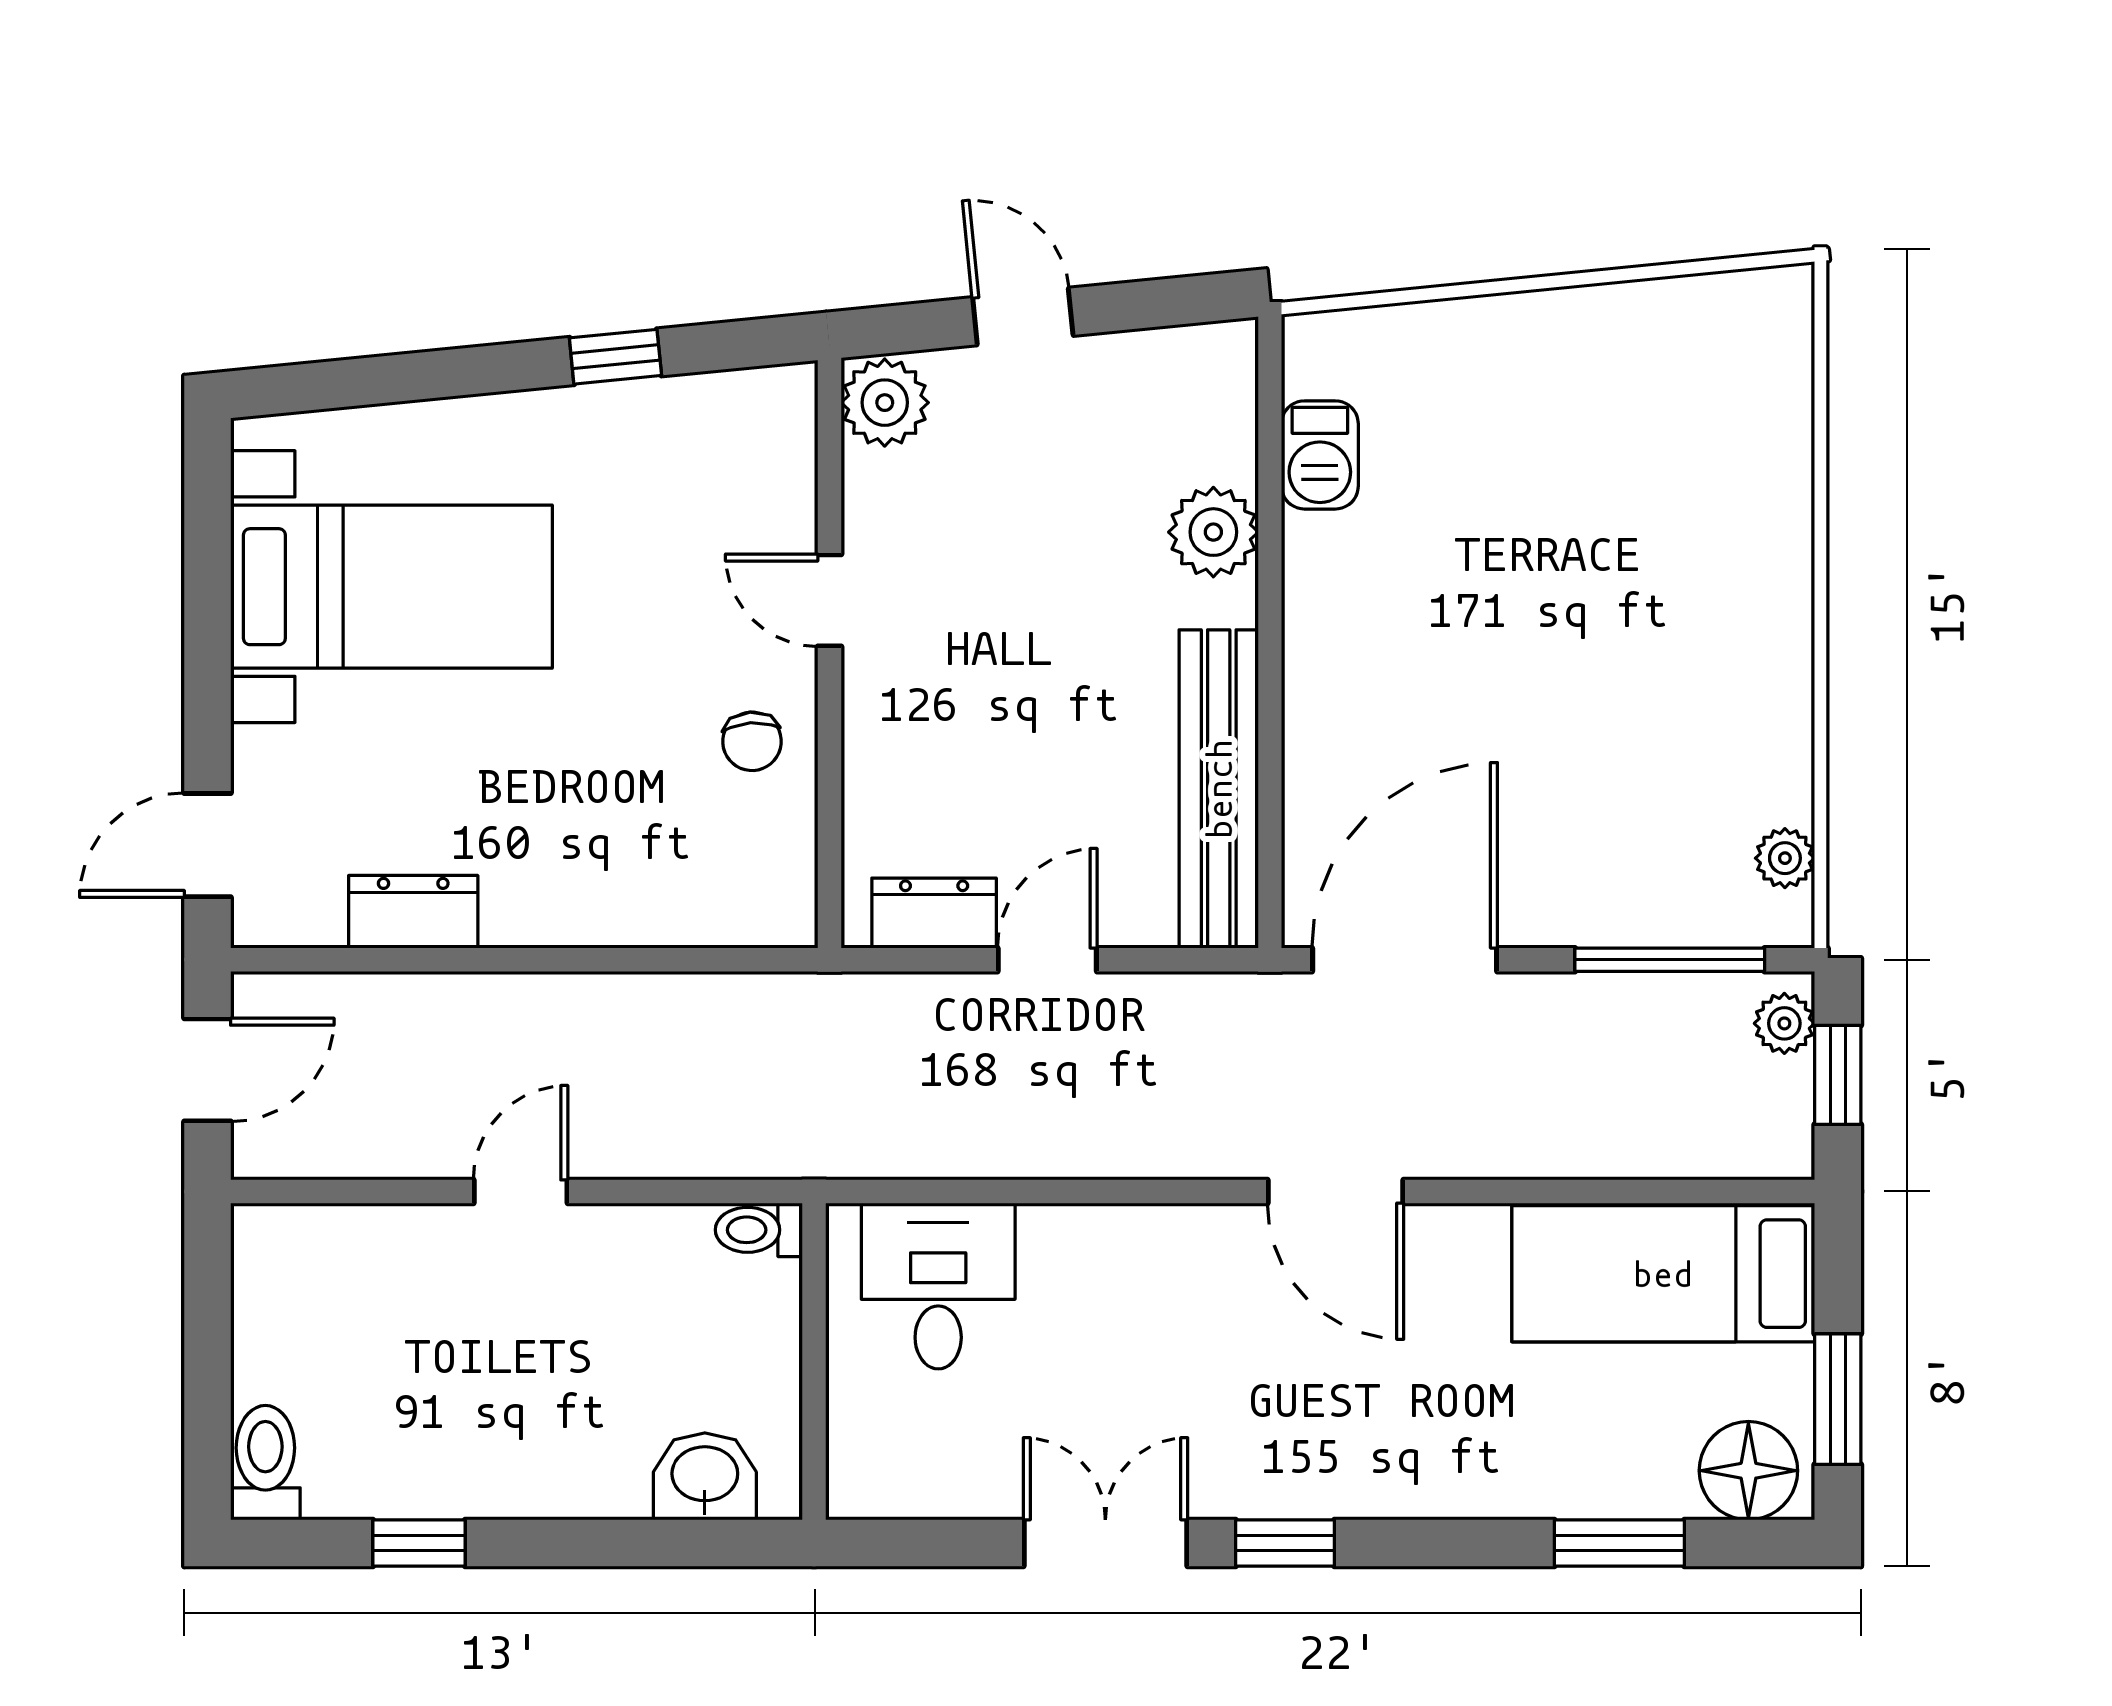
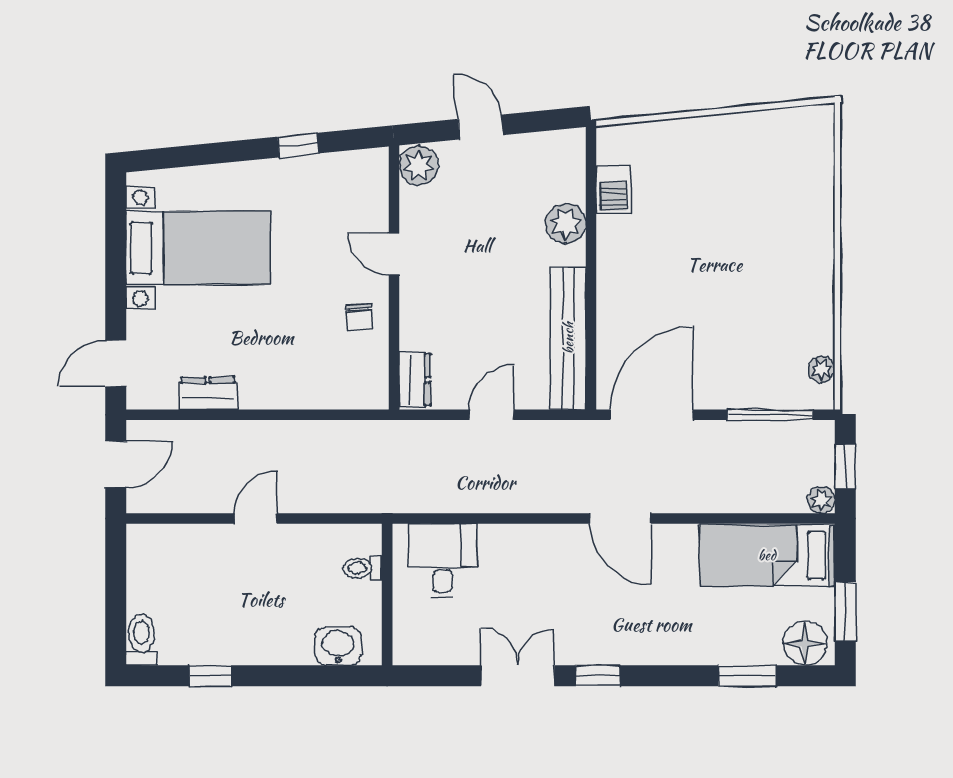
dresser: (934, 913) -> (415, 380), moved, turned 90
plant: (1784, 1023) -> (821, 500), moved
toilet: (759, 1230) -> (362, 568), moved

